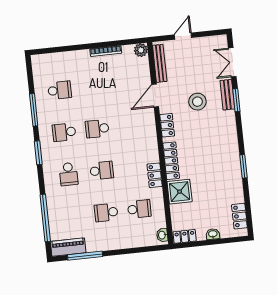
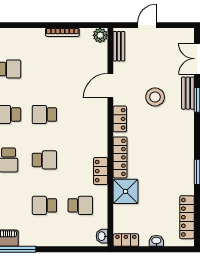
bench: (160, 63) -> (119, 46), width x0.73
locker: (239, 216) -> (187, 217), width x1.53

